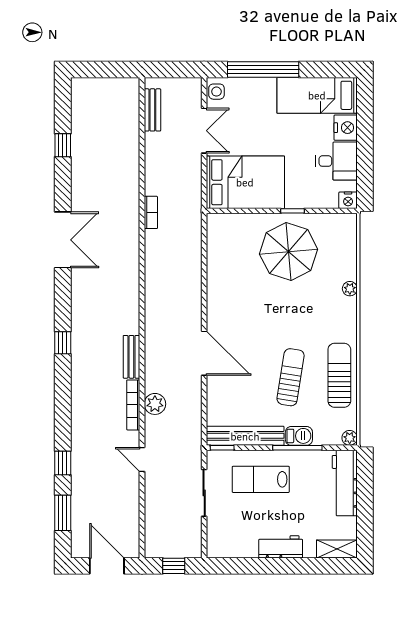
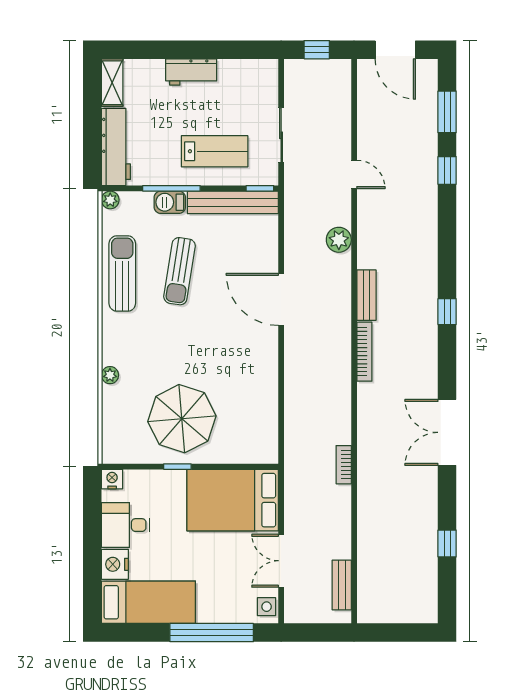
sun lounger: (339, 375) -> (122, 273), turned 180
bookcase: (133, 405) -> (364, 352), moved
shelving: (337, 549) -> (112, 83), moved, turned 90

